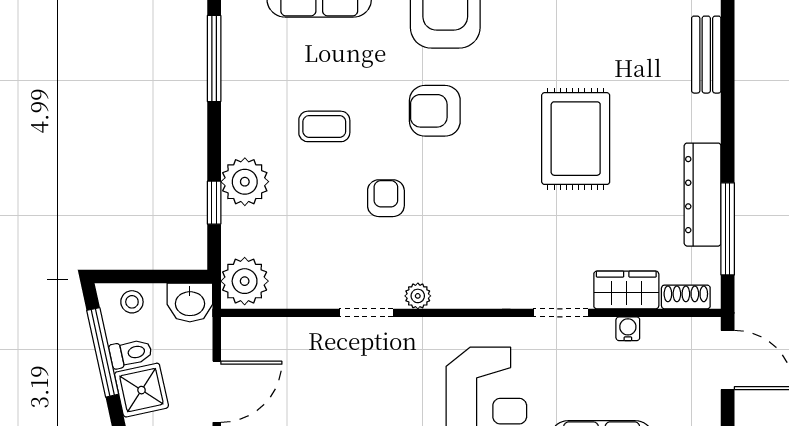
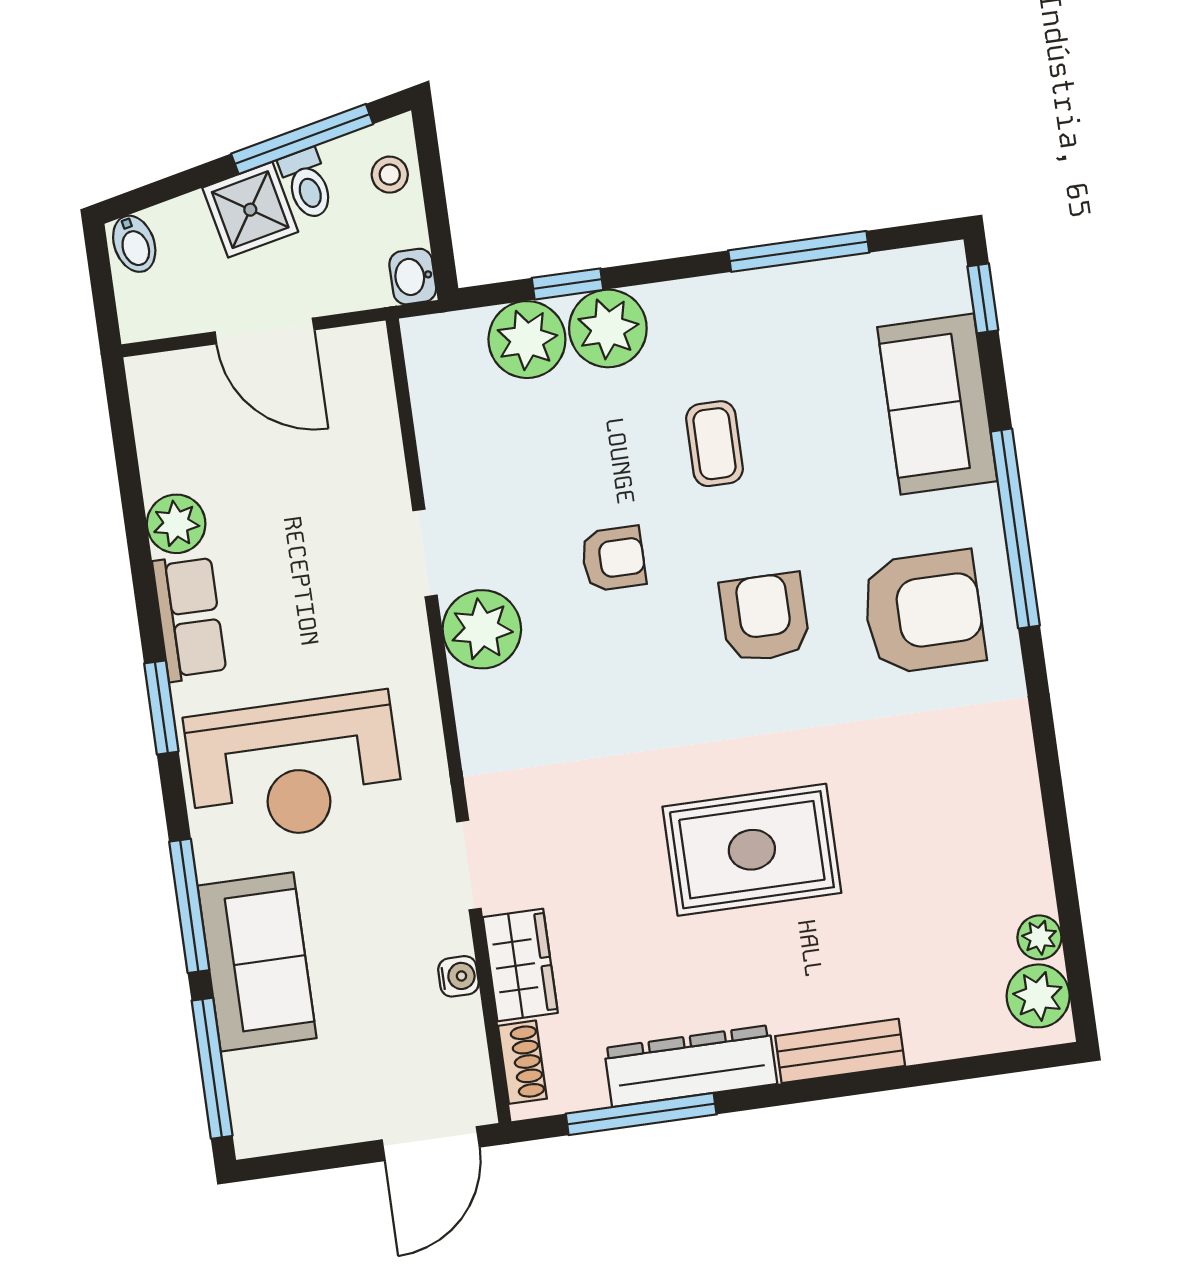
bench: (706, 55) -> (840, 1051), moved
plant: (245, 281) -> (527, 340), moved
plant: (418, 296) -> (482, 629), width x1.87, depth x1.87
washbasin: (190, 302) -> (413, 277), width x0.72, depth x0.69

